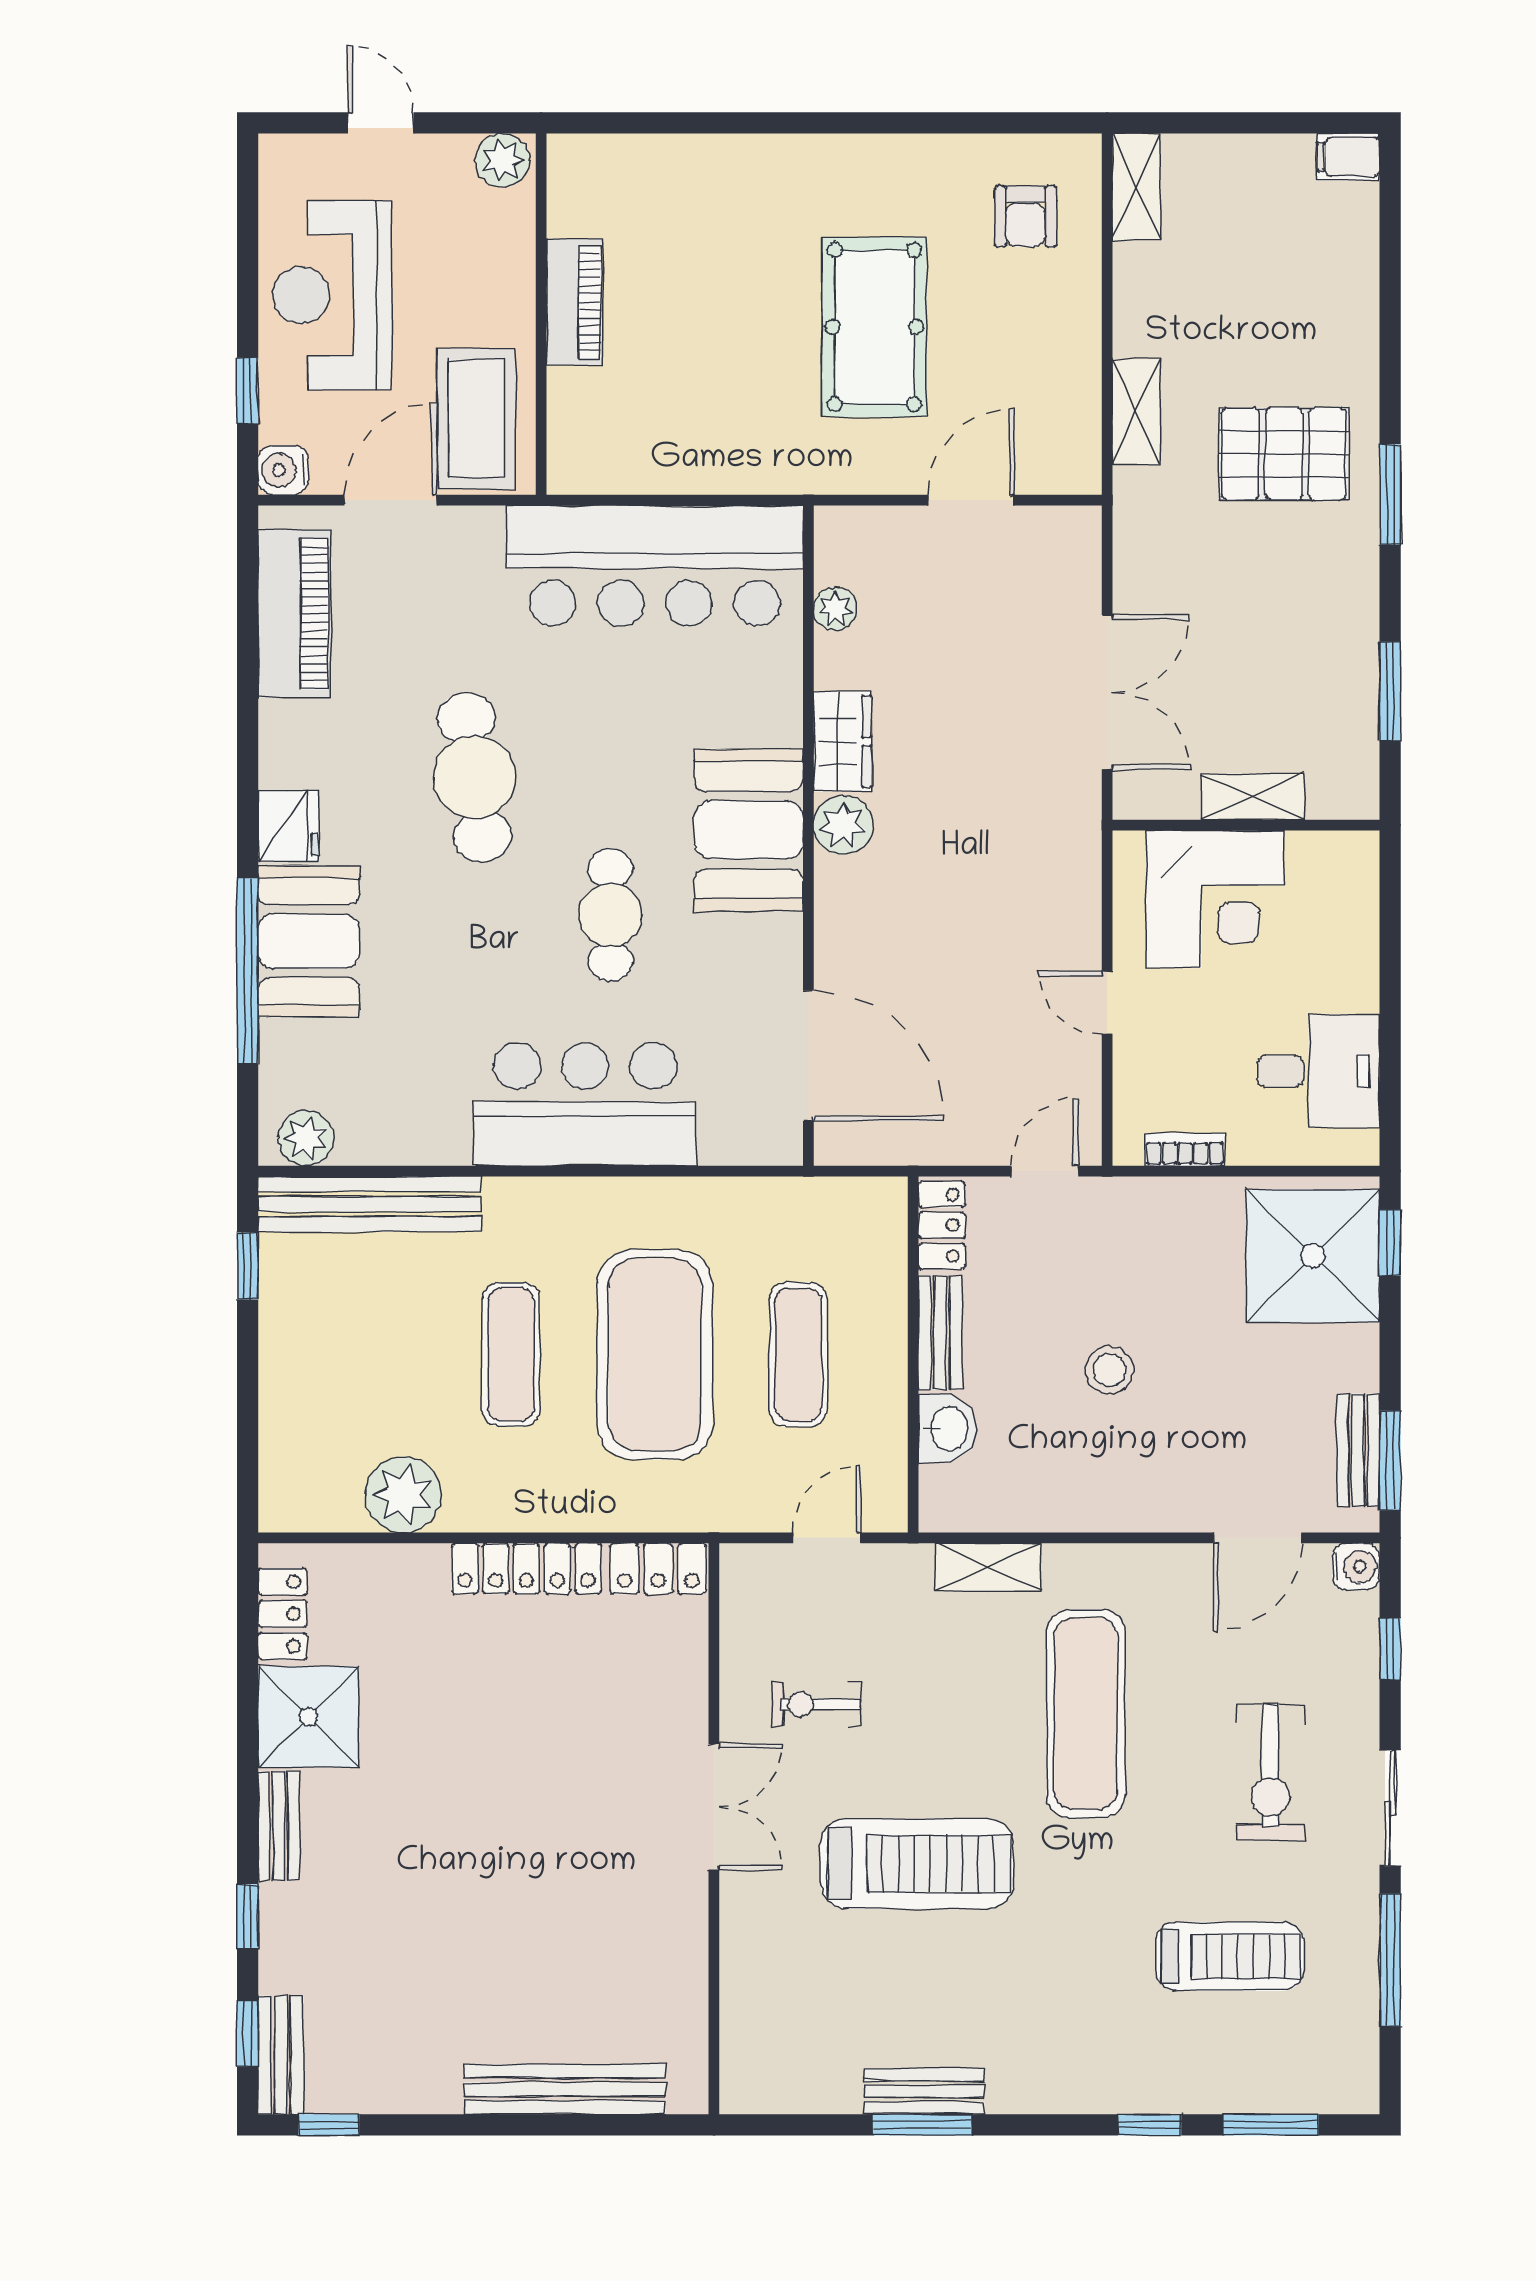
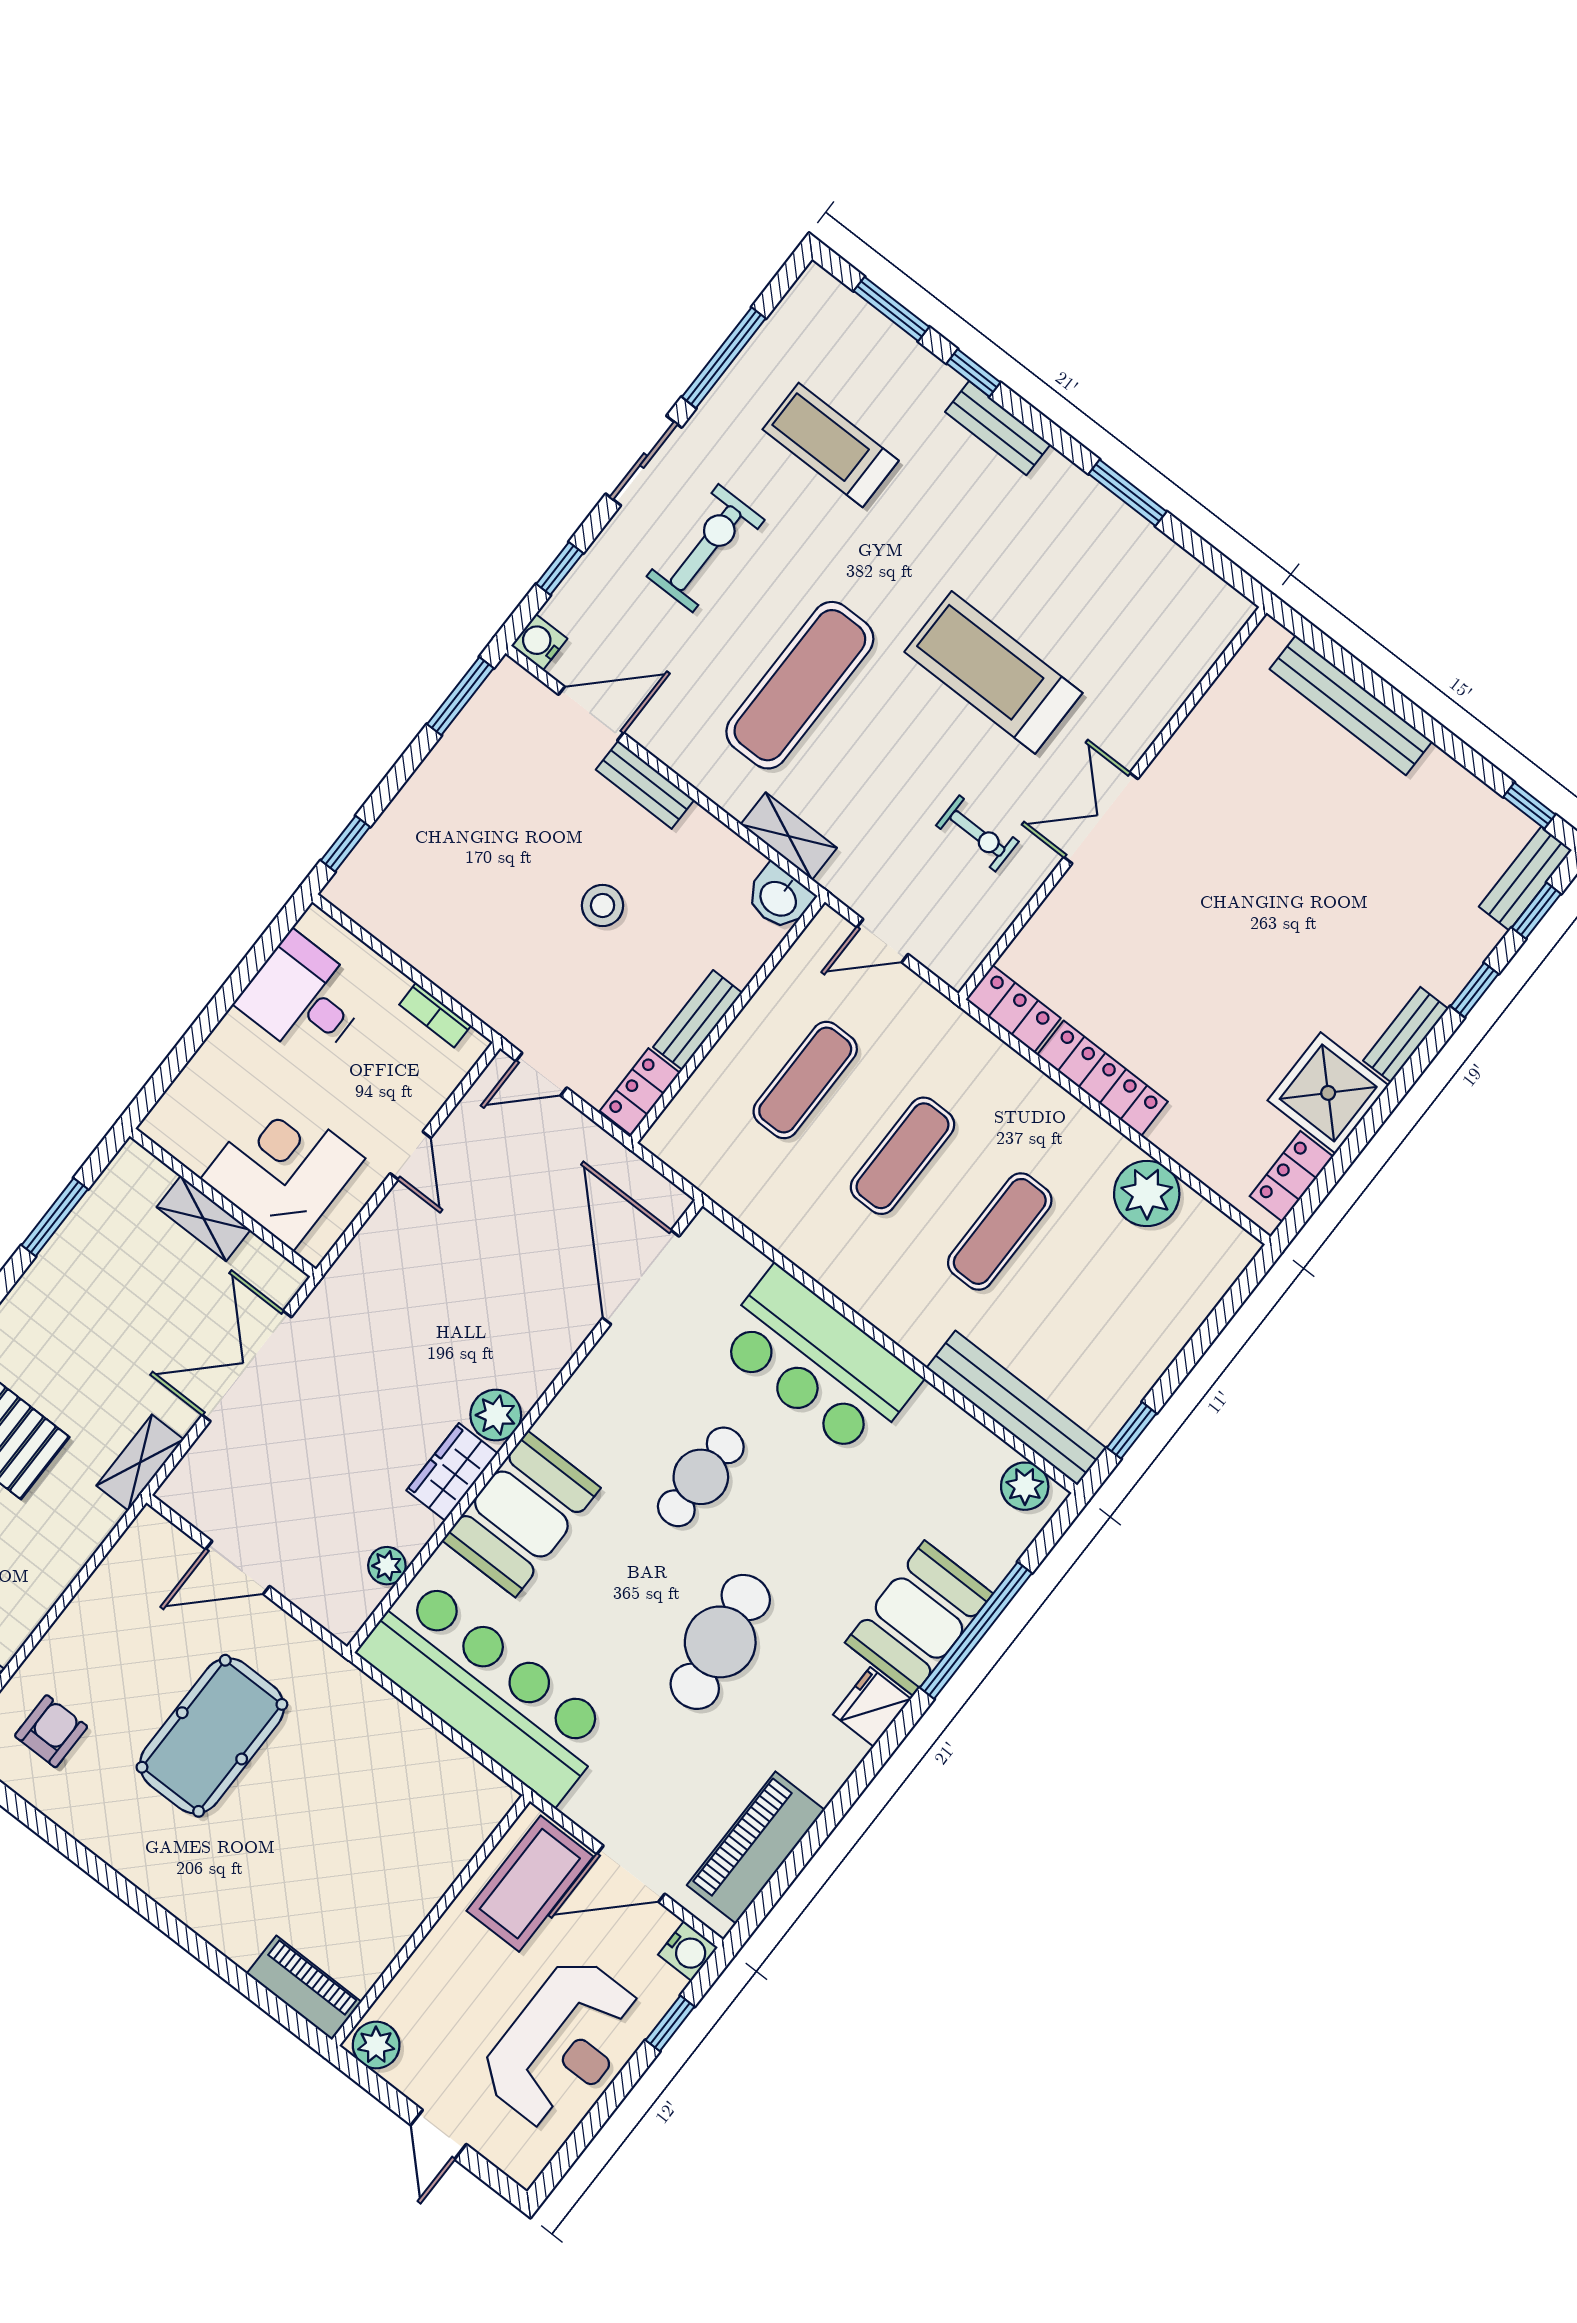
piano: (574, 302) -> (304, 1988), moved, turned 90
shelving: (1136, 412) -> (140, 1463), moved
booth: (749, 830) -> (521, 1514), moved
shower: (1313, 1256) -> (405, 875), removed
exercise mat: (655, 1354) -> (902, 1156), width x0.50, depth x0.69
washbasin: (948, 1428) -> (779, 898), moved, turned -90
bench: (1358, 1450) -> (645, 785), moved, turned 90
bench: (924, 2091) -> (998, 428), moved

